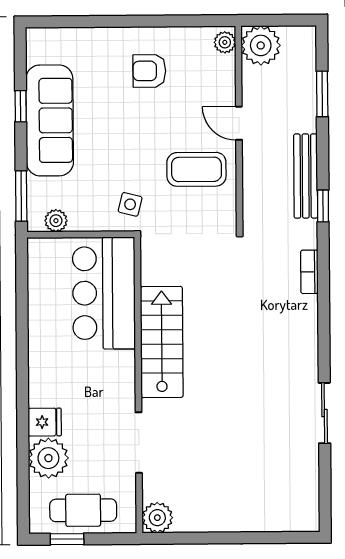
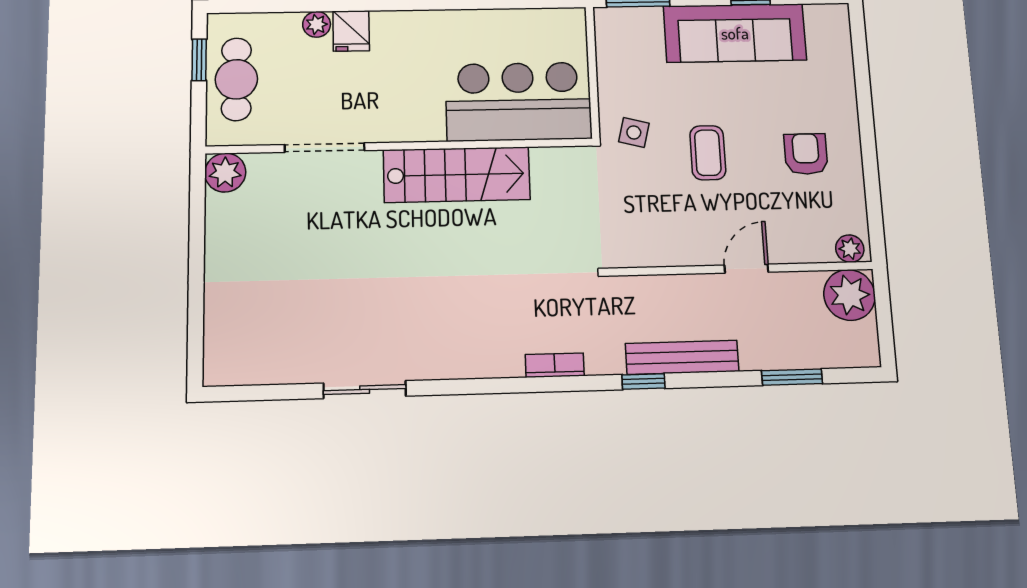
coffee table: (196, 169) -> (708, 153), moved, width x0.73, depth x0.77
plant: (56, 221) -> (609, 42), removed
plant: (48, 458) -> (317, 24), width x0.53, depth x0.53

